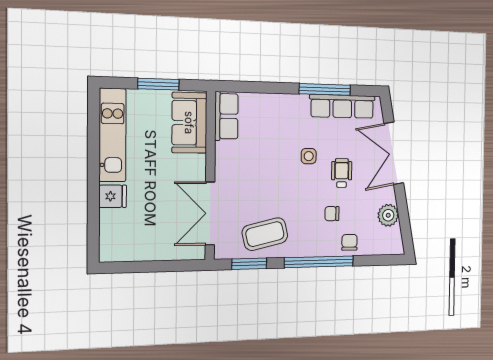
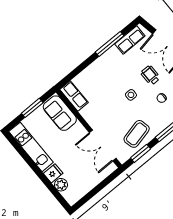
row of seats: (342, 106) -> (130, 40), width x0.68
side table: (309, 156) -> (131, 95), moved
plant: (110, 221) -> (61, 185), added

